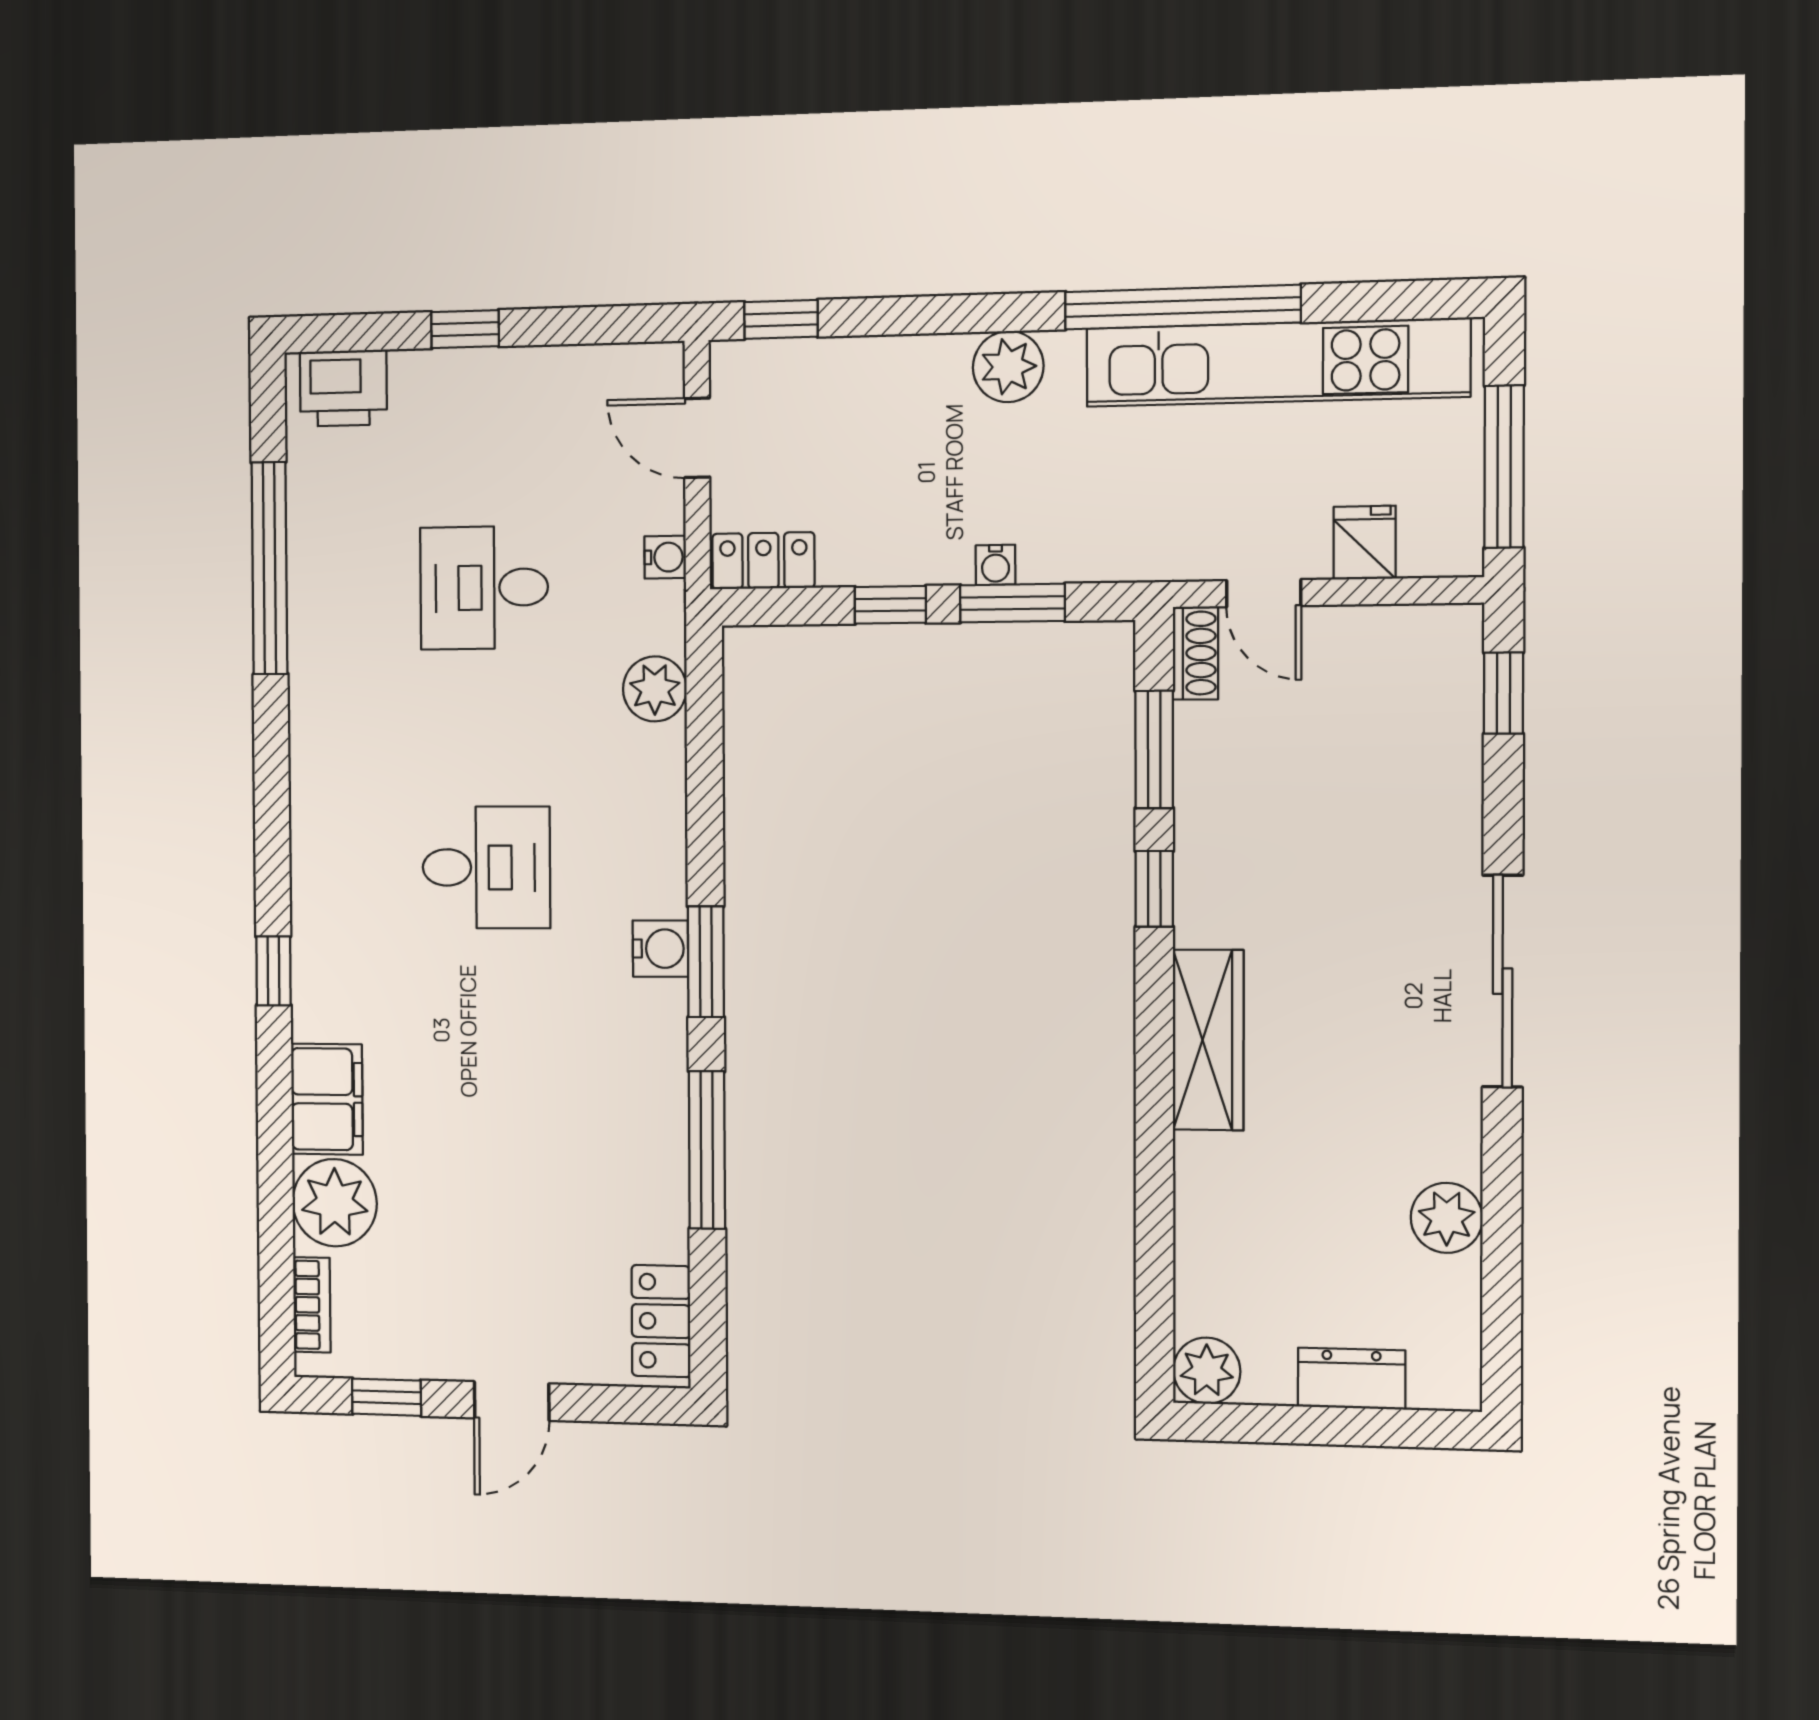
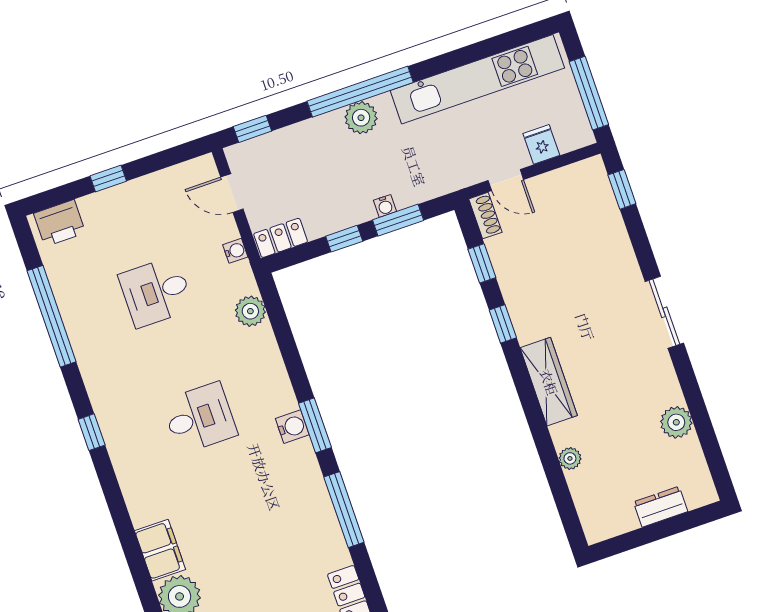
window: (1182, 307) -> (360, 92), moved
window: (1154, 750) -> (482, 263), width x0.67
window: (273, 971) -> (92, 432), moved
sliding door: (1503, 981) -> (664, 312), width x0.73
plant: (1207, 1371) -> (570, 458), moved, width x0.73, depth x0.73

